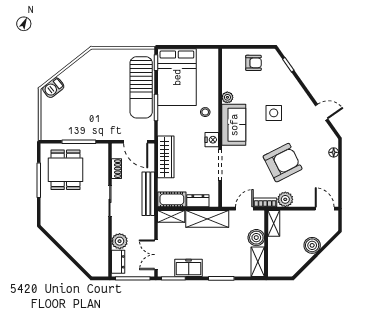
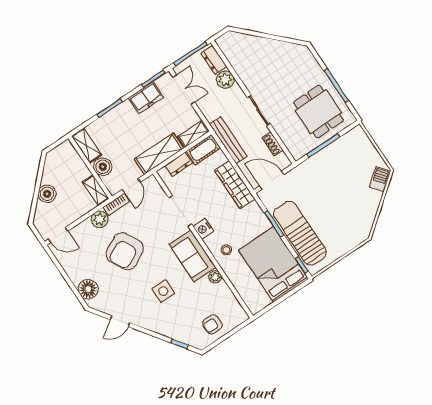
floor lamp: (334, 152) -> (88, 289), width x1.89, depth x1.89

